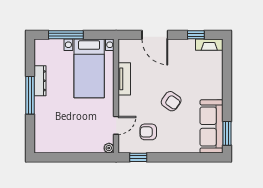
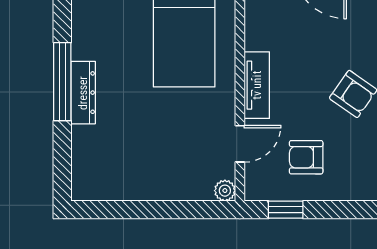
tv unit: (124, 79) -> (257, 85), moved
dresser: (40, 81) -> (83, 93), moved

